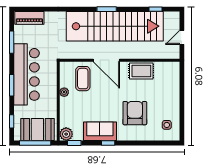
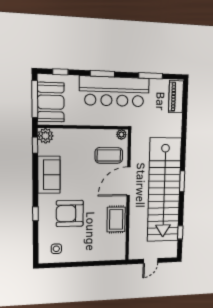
door: (182, 37) -> (151, 261), swing flipped
plant: (64, 92) -> (121, 134), moved
armchair: (135, 113) -> (70, 213), turned 180
window: (108, 143) -> (35, 214), moved

